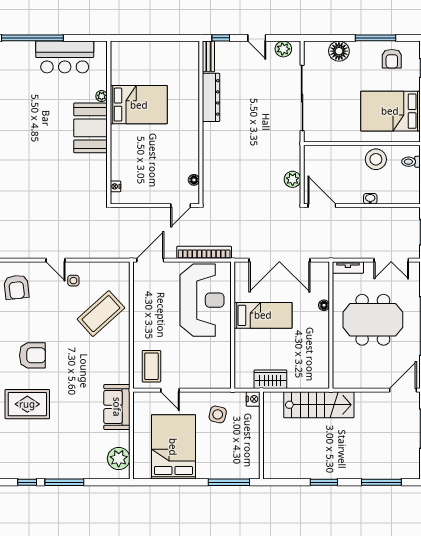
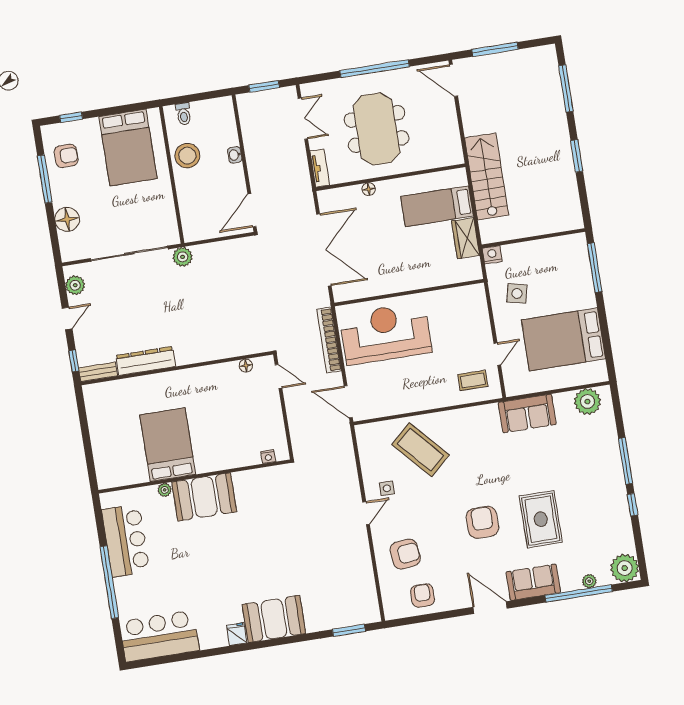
plant: (293, 179) -> (183, 257), moved
bed: (263, 315) -> (437, 206), moved, turned -90
coffee table: (151, 366) -> (473, 380), width x0.73, depth x0.77

